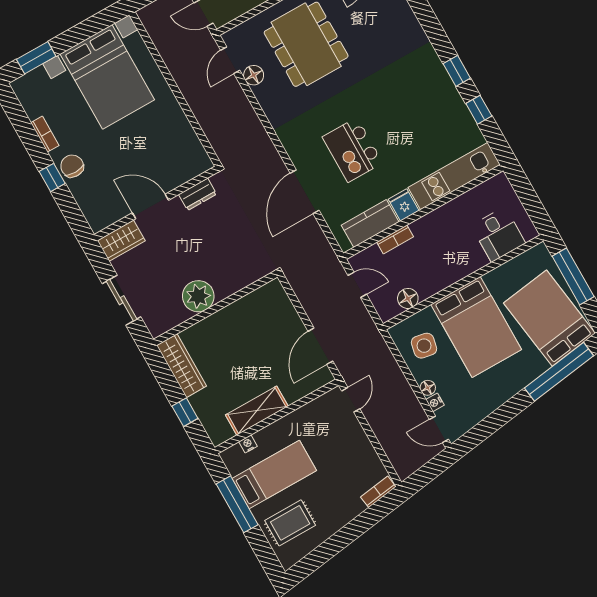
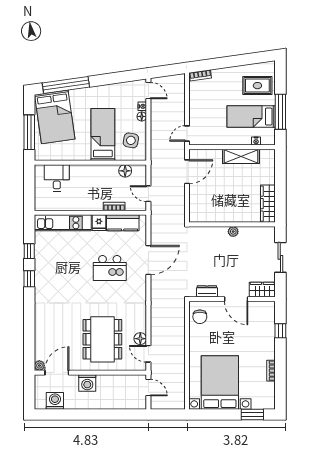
door: (230, 60) -> (148, 354), swing flipped
kitchen island: (352, 150) -> (110, 268), turned 90
chair: (72, 166) -> (200, 317), moved
window: (52, 177) -> (280, 331), moved
plant: (198, 296) -> (233, 232), width x0.53, depth x0.53
bed: (476, 327) -> (103, 134), width x0.67
window: (185, 412) -> (280, 177), removed

